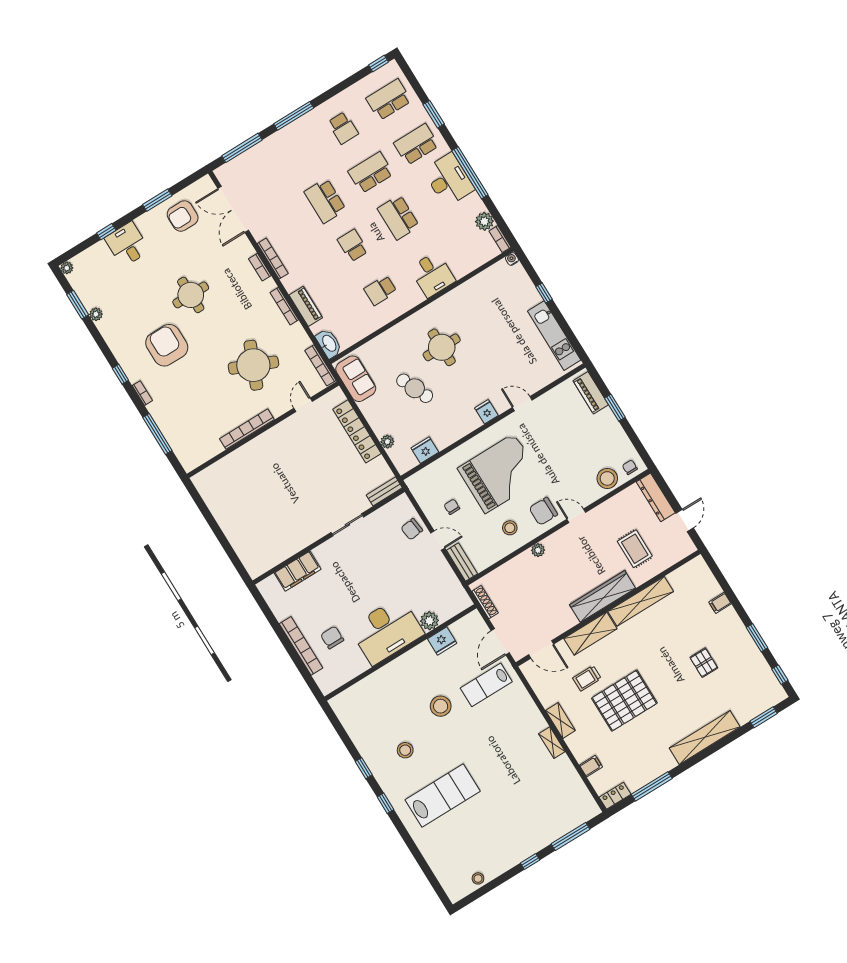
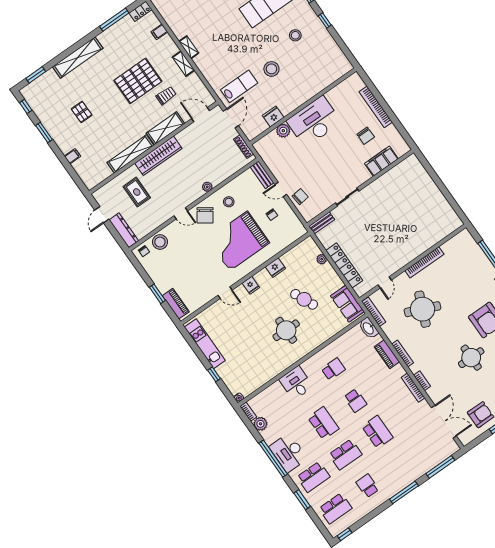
fridge: (425, 450) -> (275, 268), moved
chair: (543, 511) -> (205, 215), turned 125
chair: (332, 638) -> (366, 136), moved

